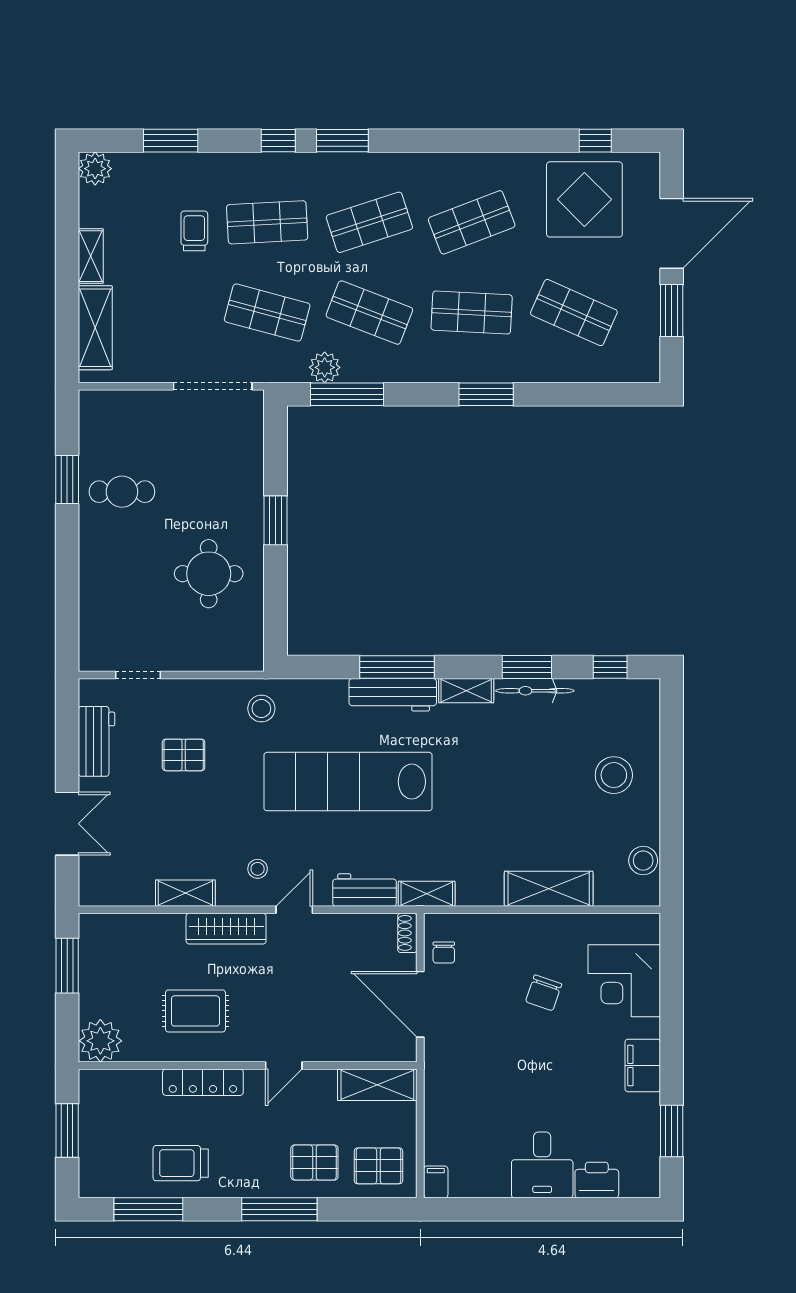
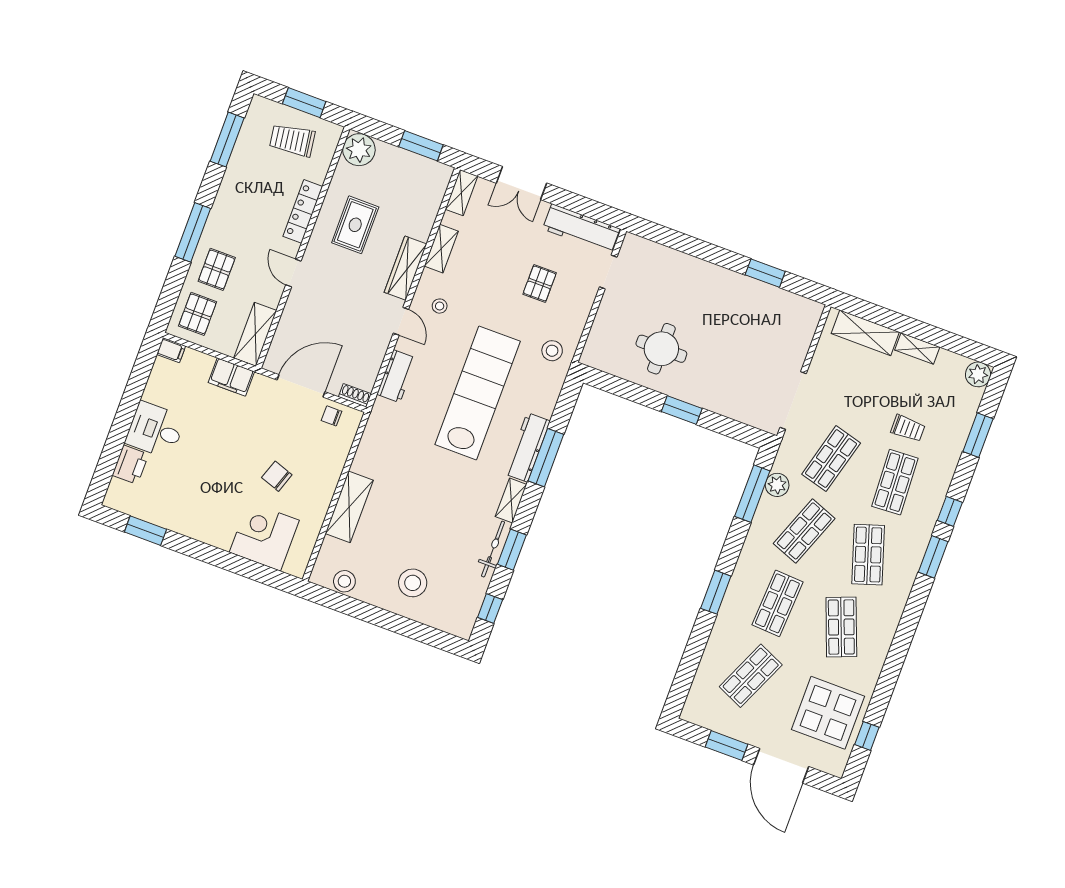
cafe table: (122, 492) -> (742, 309), removed
workbench: (97, 741) -> (581, 229), width x1.38
shelving: (427, 894) -> (461, 193), moved
filing cabinet: (643, 1065) -> (231, 377), moved, turned 180
trolley: (181, 1163) -> (292, 140), moved, turned -98

